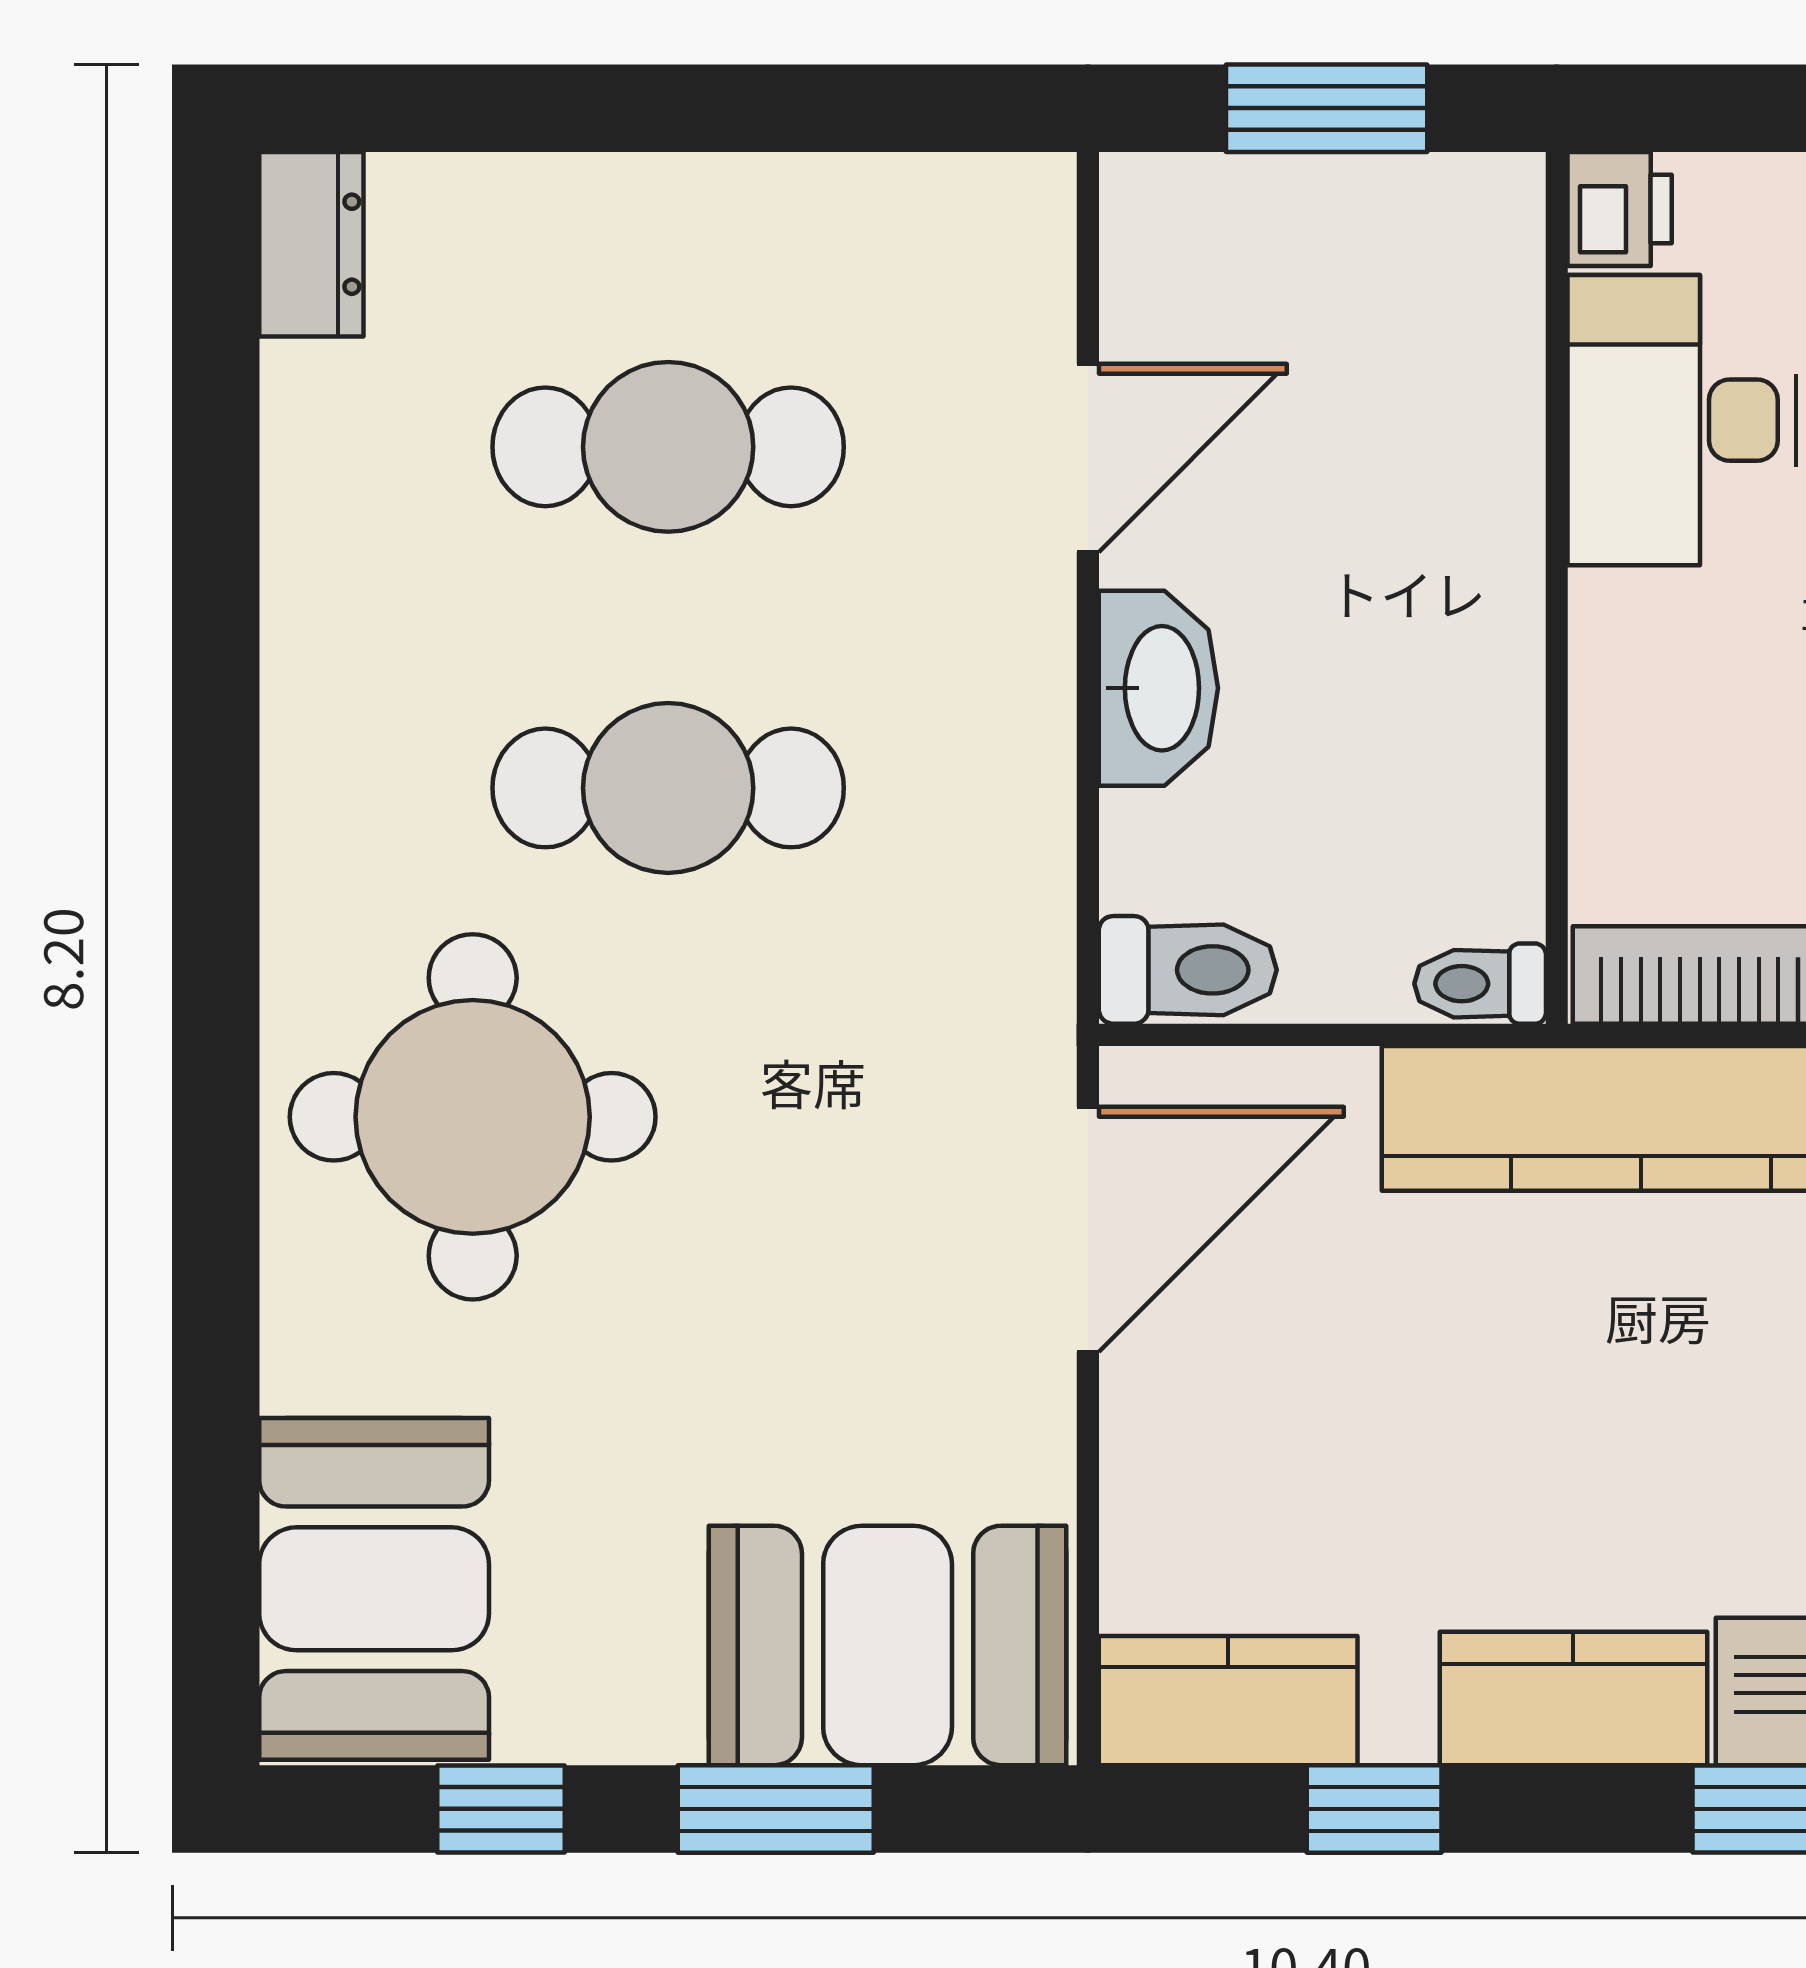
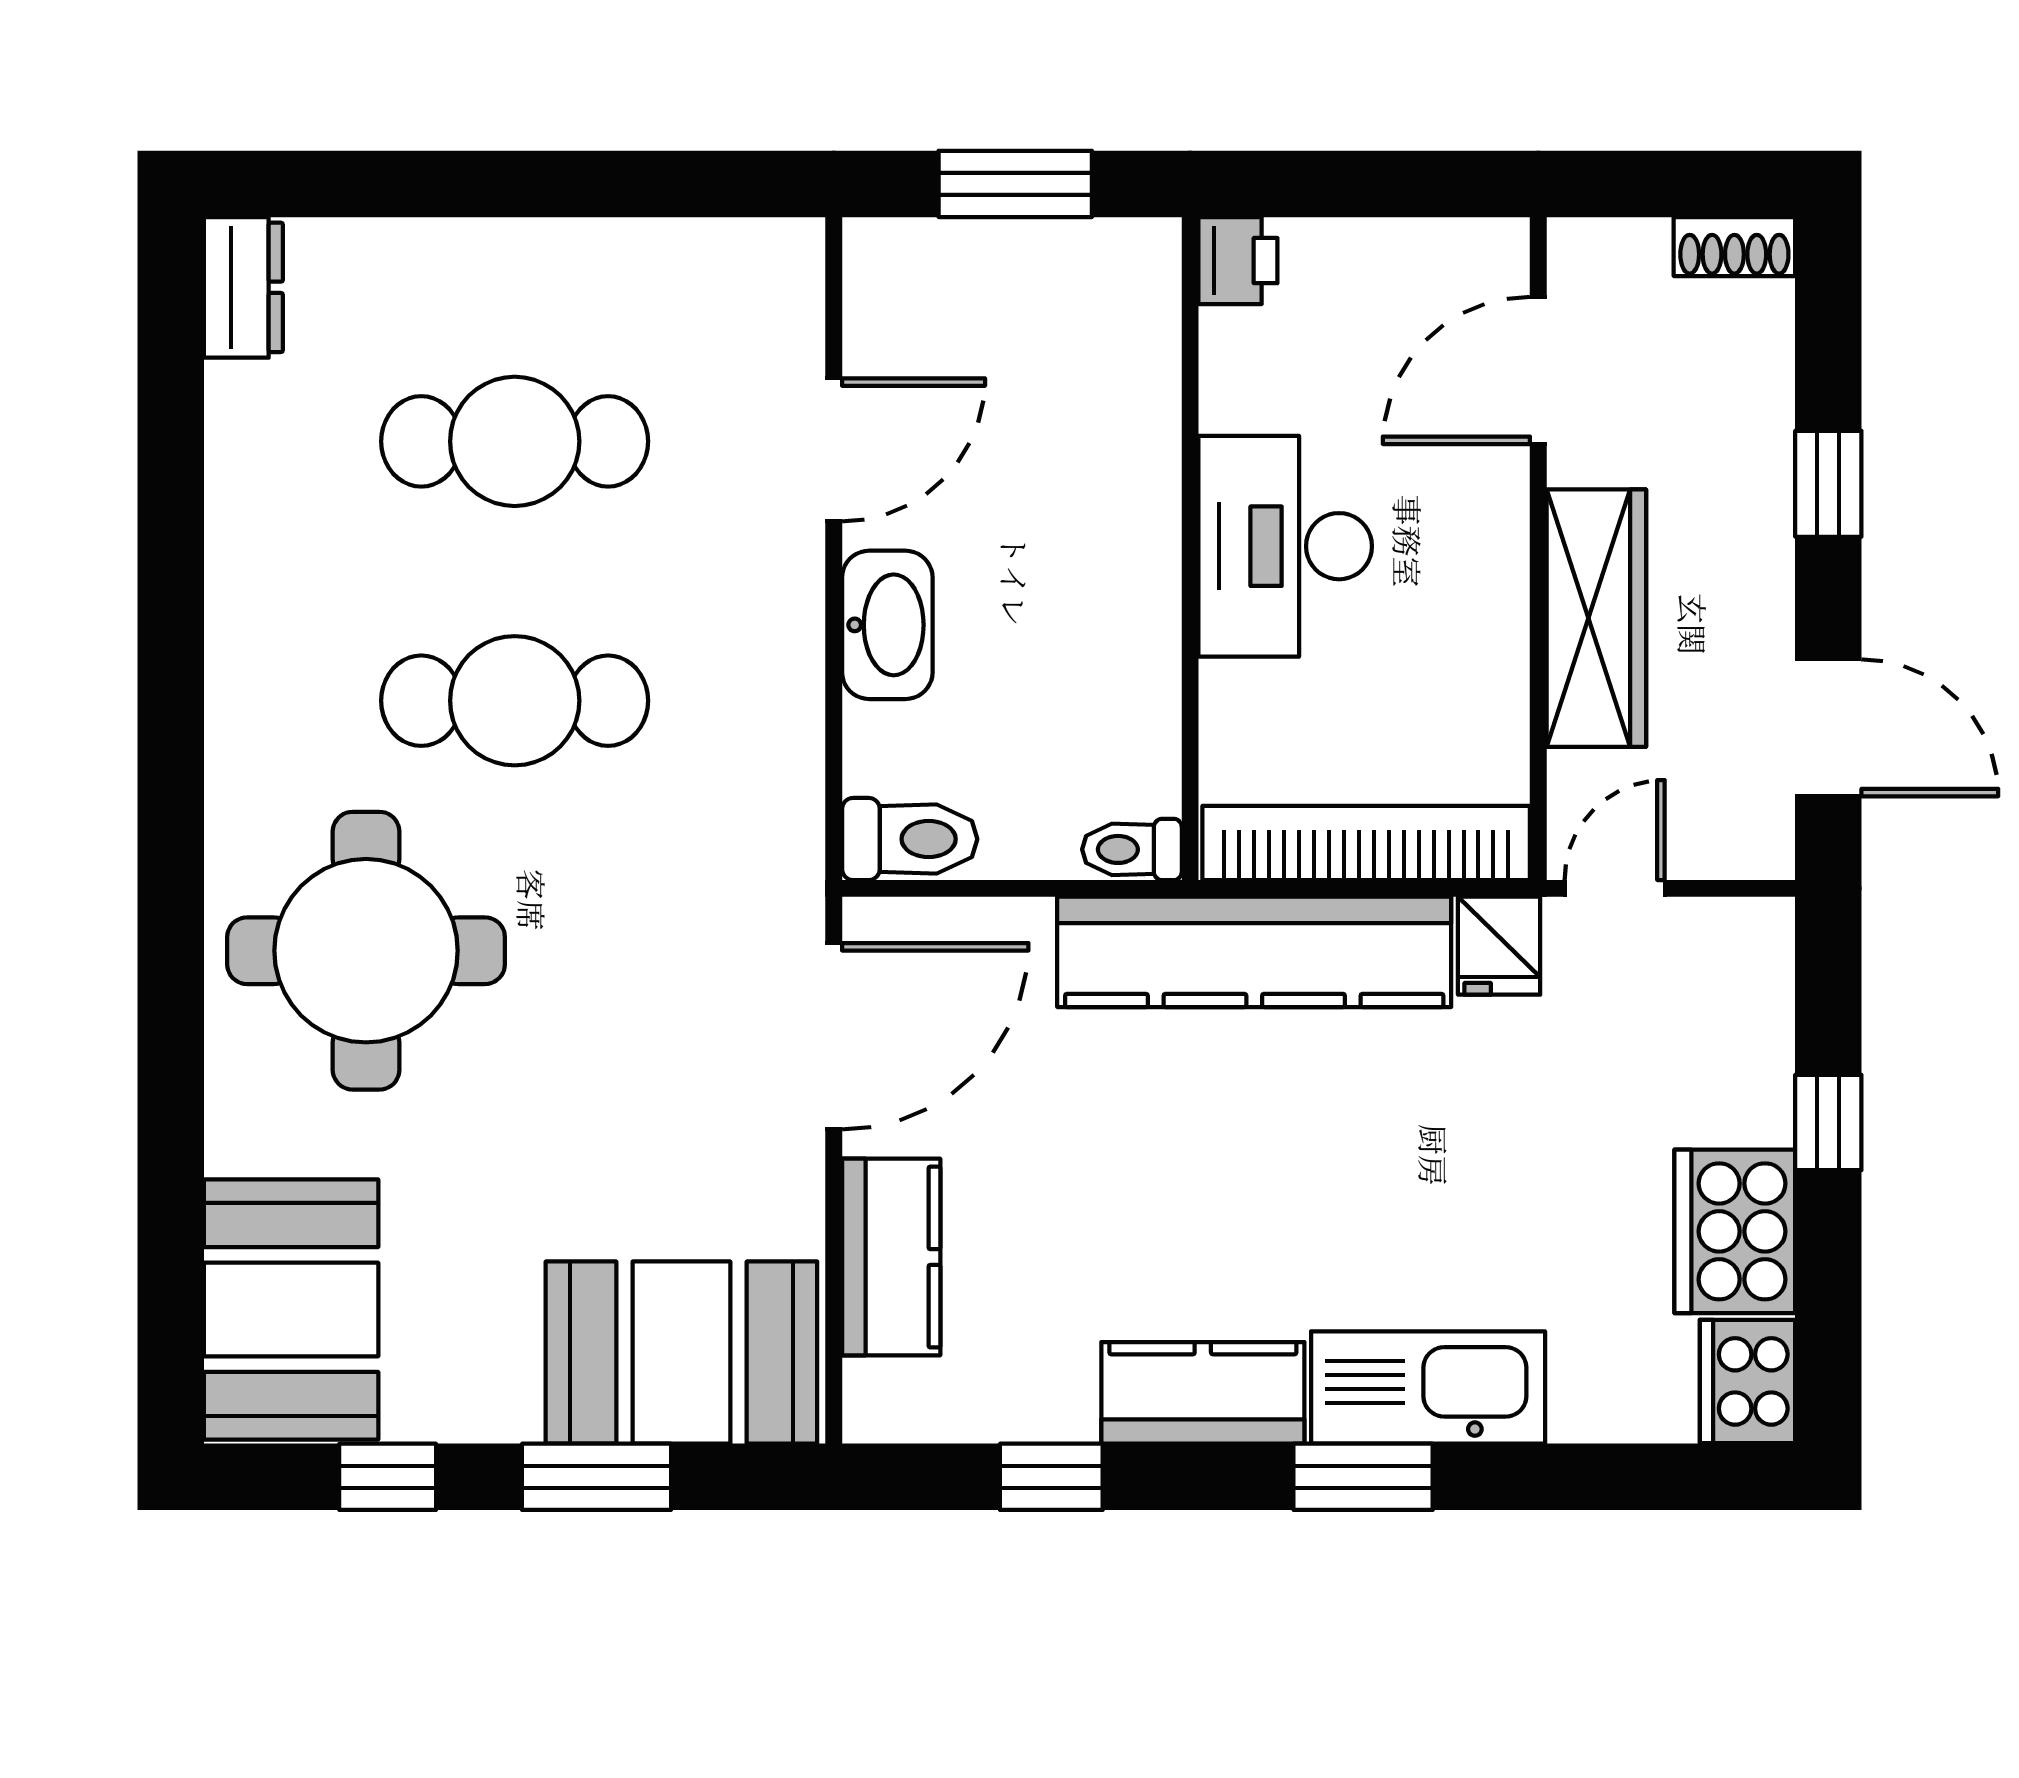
desk: (1682, 420) -> (1285, 546), moved
kitchen counter: (1228, 1701) -> (891, 1257), moved, turned 90

